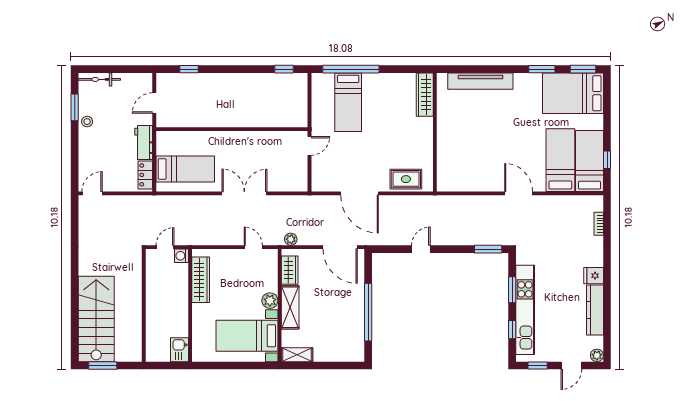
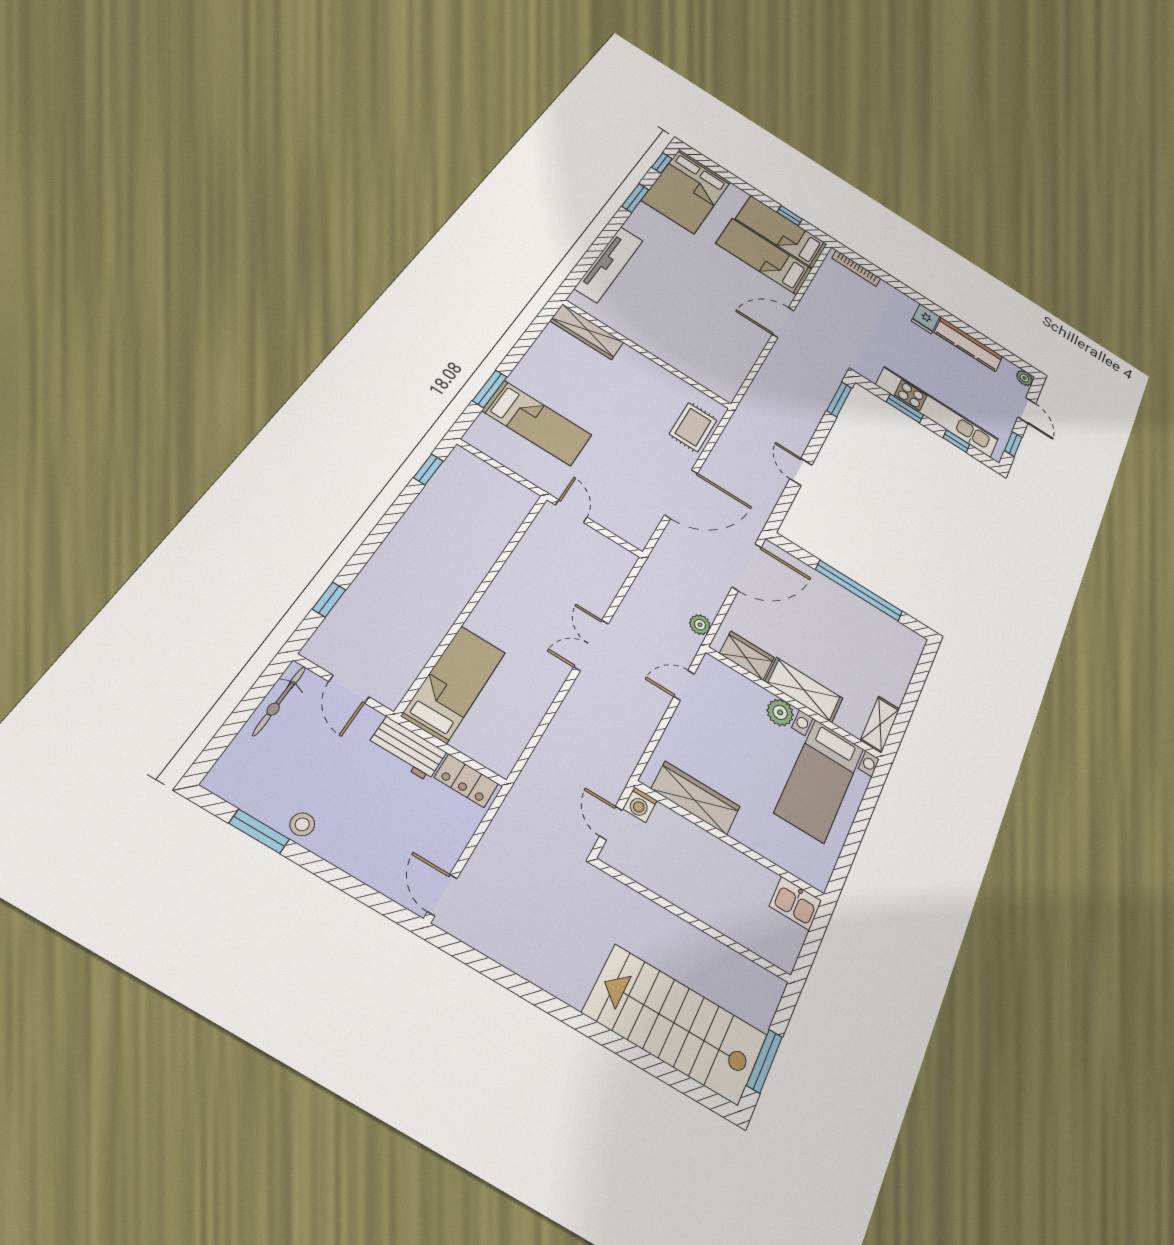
window: (351, 69) -> (490, 389), width x0.47
window: (583, 69) -> (662, 163), width x0.67
bicycle: (99, 79) -> (279, 701), moved
bed: (185, 169) -> (454, 684), moved
double door: (244, 193) -> (591, 645), width x0.73
bookcase: (599, 224) -> (856, 268), width x1.56

